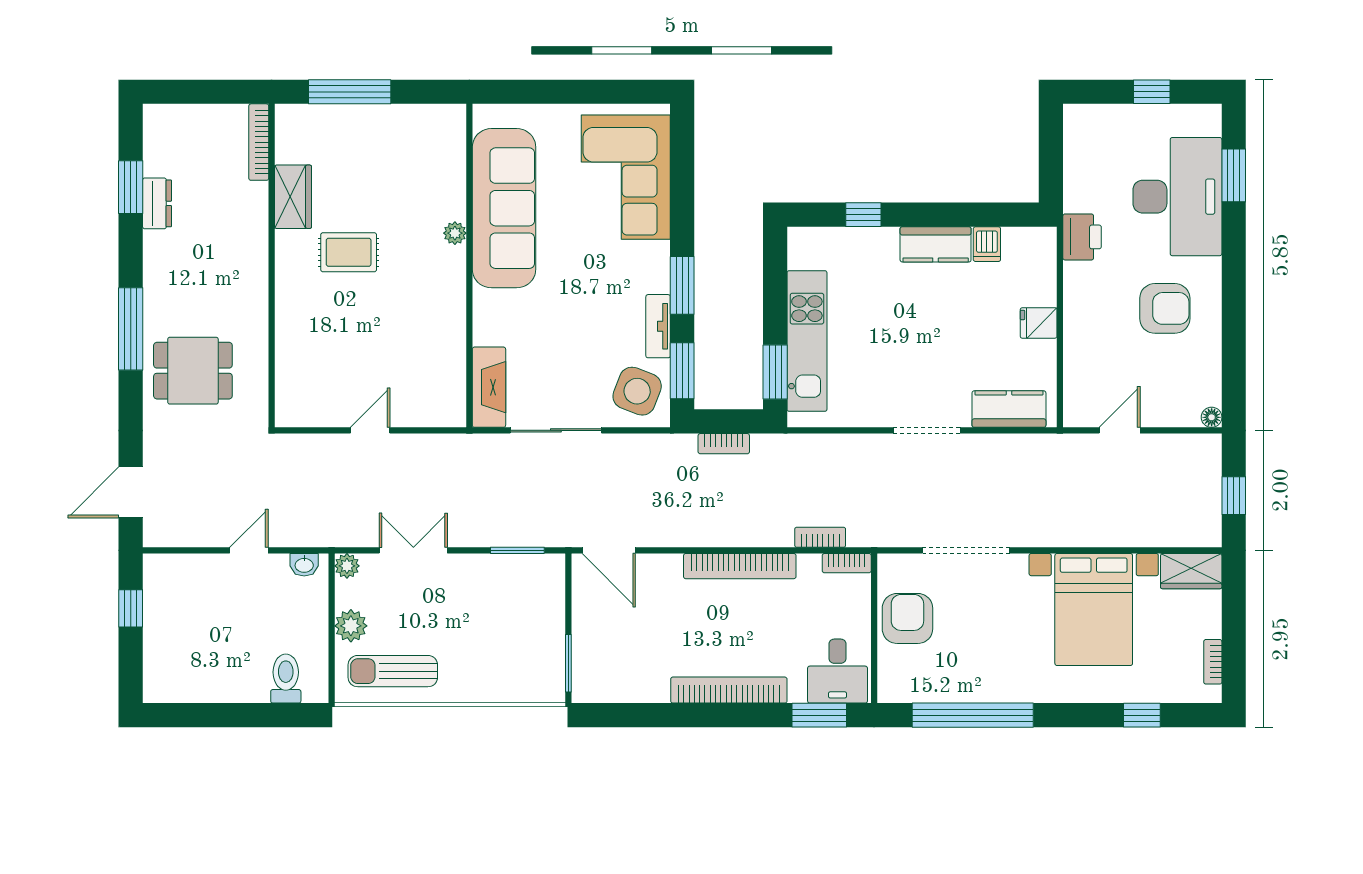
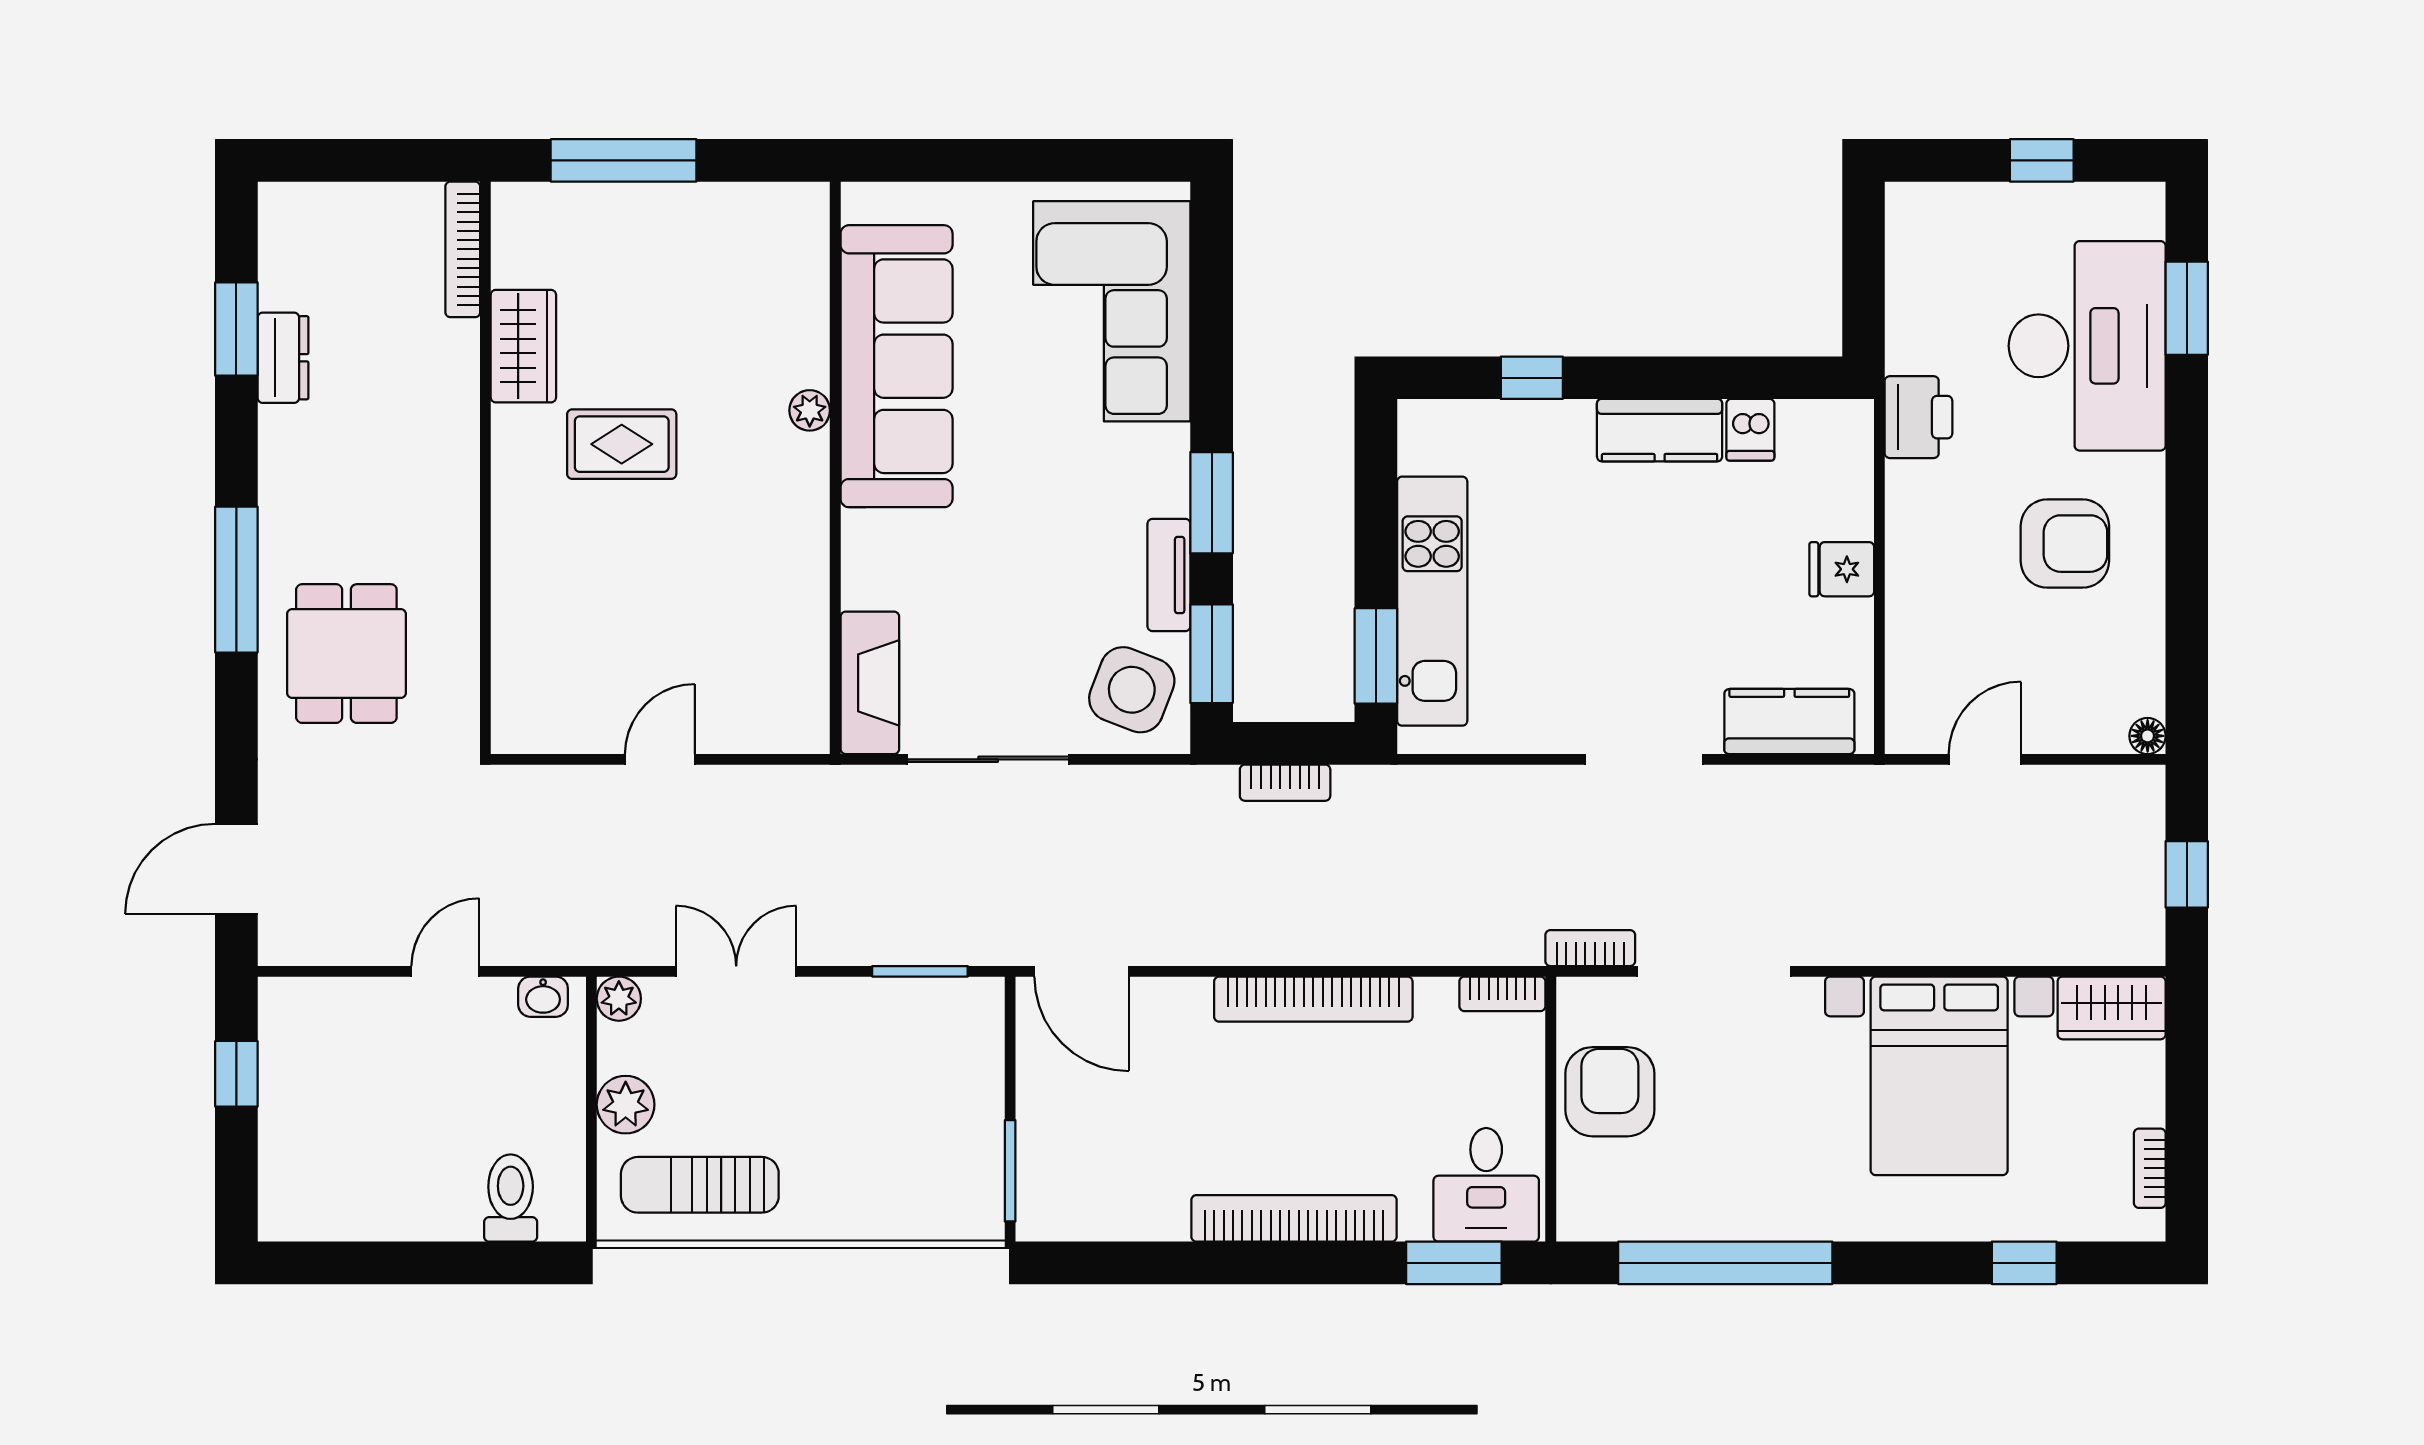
dining table: (193, 371) -> (346, 654), turned 90
bookcase: (820, 537) -> (1590, 948), moved

